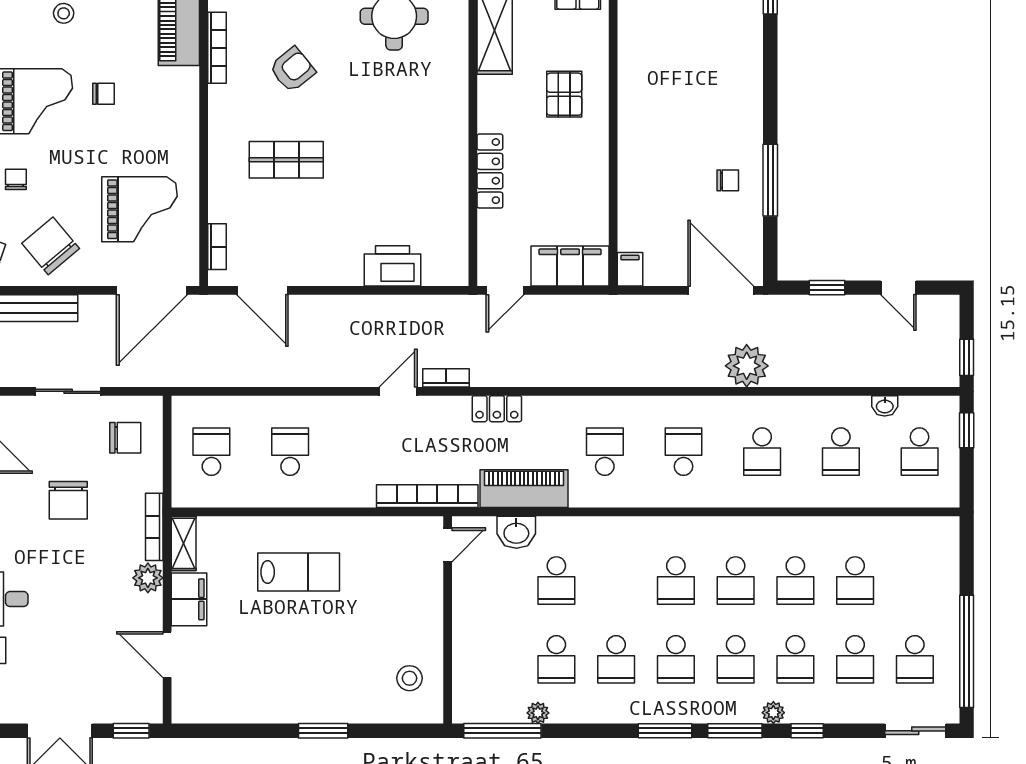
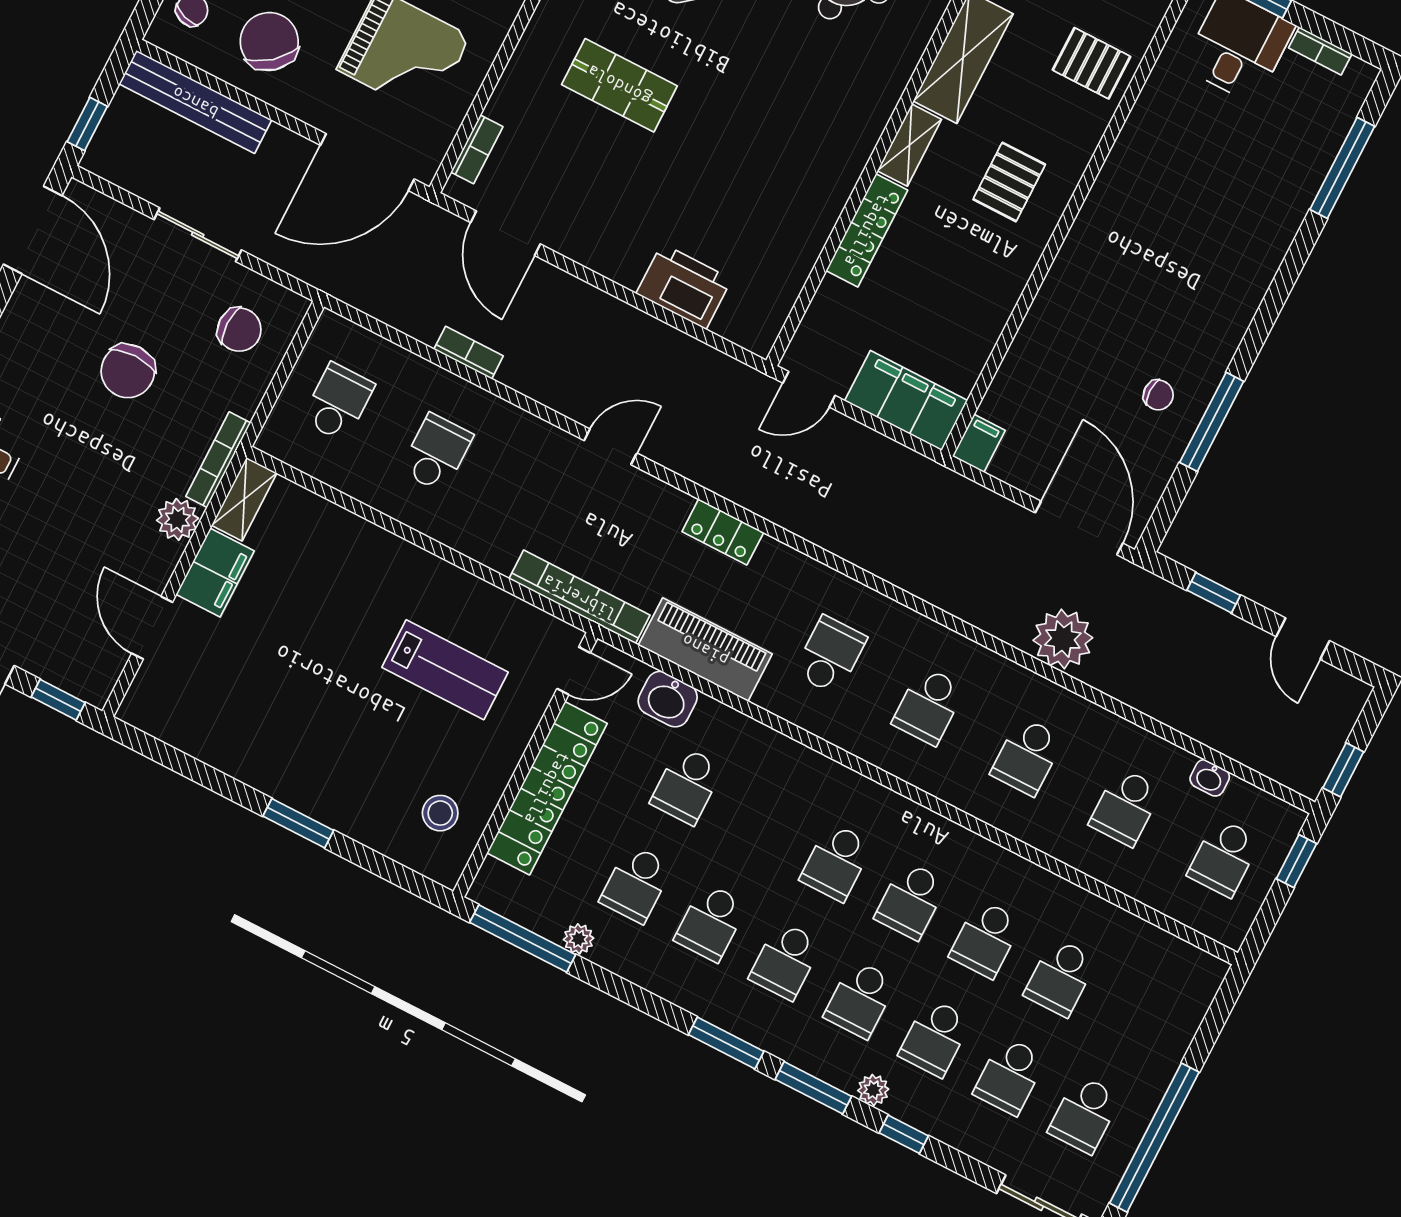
shelving: (489, 103) -> (909, 145), added
bookcase: (446, 378) -> (469, 353), moved
school desk: (683, 452) -> (929, 706), turned 180
lab bench: (299, 572) -> (445, 670), moved
locker: (469, 628) -> (547, 788), added

